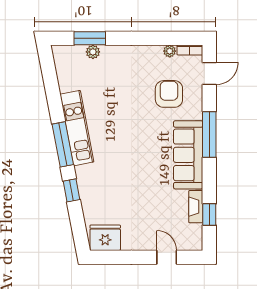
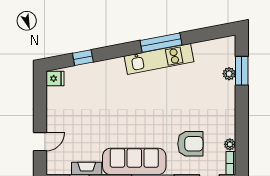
window: (63, 144) -> (161, 43), moved
window: (72, 190) -> (83, 58), moved
fridge: (105, 238) -> (55, 78), width x0.53, depth x0.75

